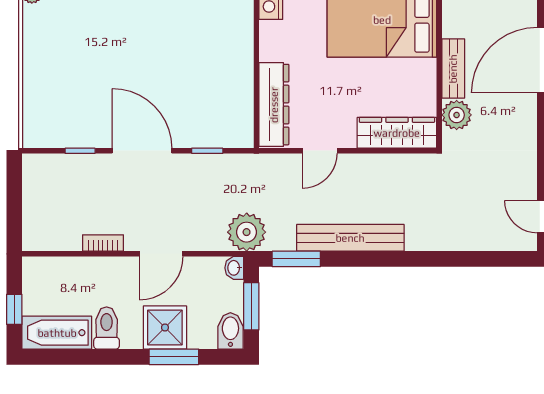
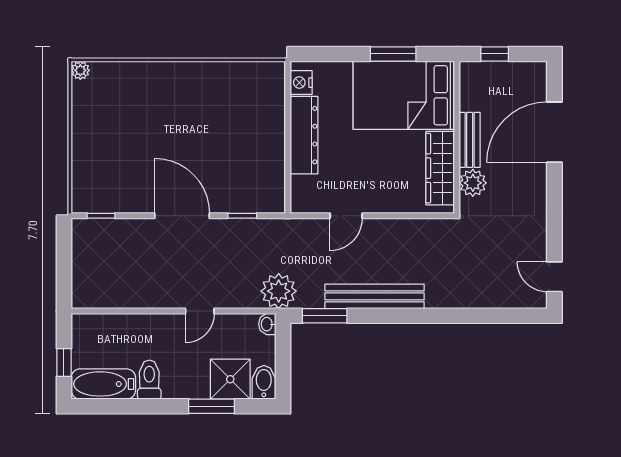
dresser: (274, 105) -> (304, 135), moved
wardrobe: (397, 133) -> (440, 168), moved, turned -90
window: (80, 151) -> (101, 216), moved
bookcase: (103, 243) -> (146, 301), removed
door: (161, 254) -> (200, 311), width x0.73
window: (251, 306) -> (283, 360), removed
shower: (165, 327) -> (230, 379), moved

